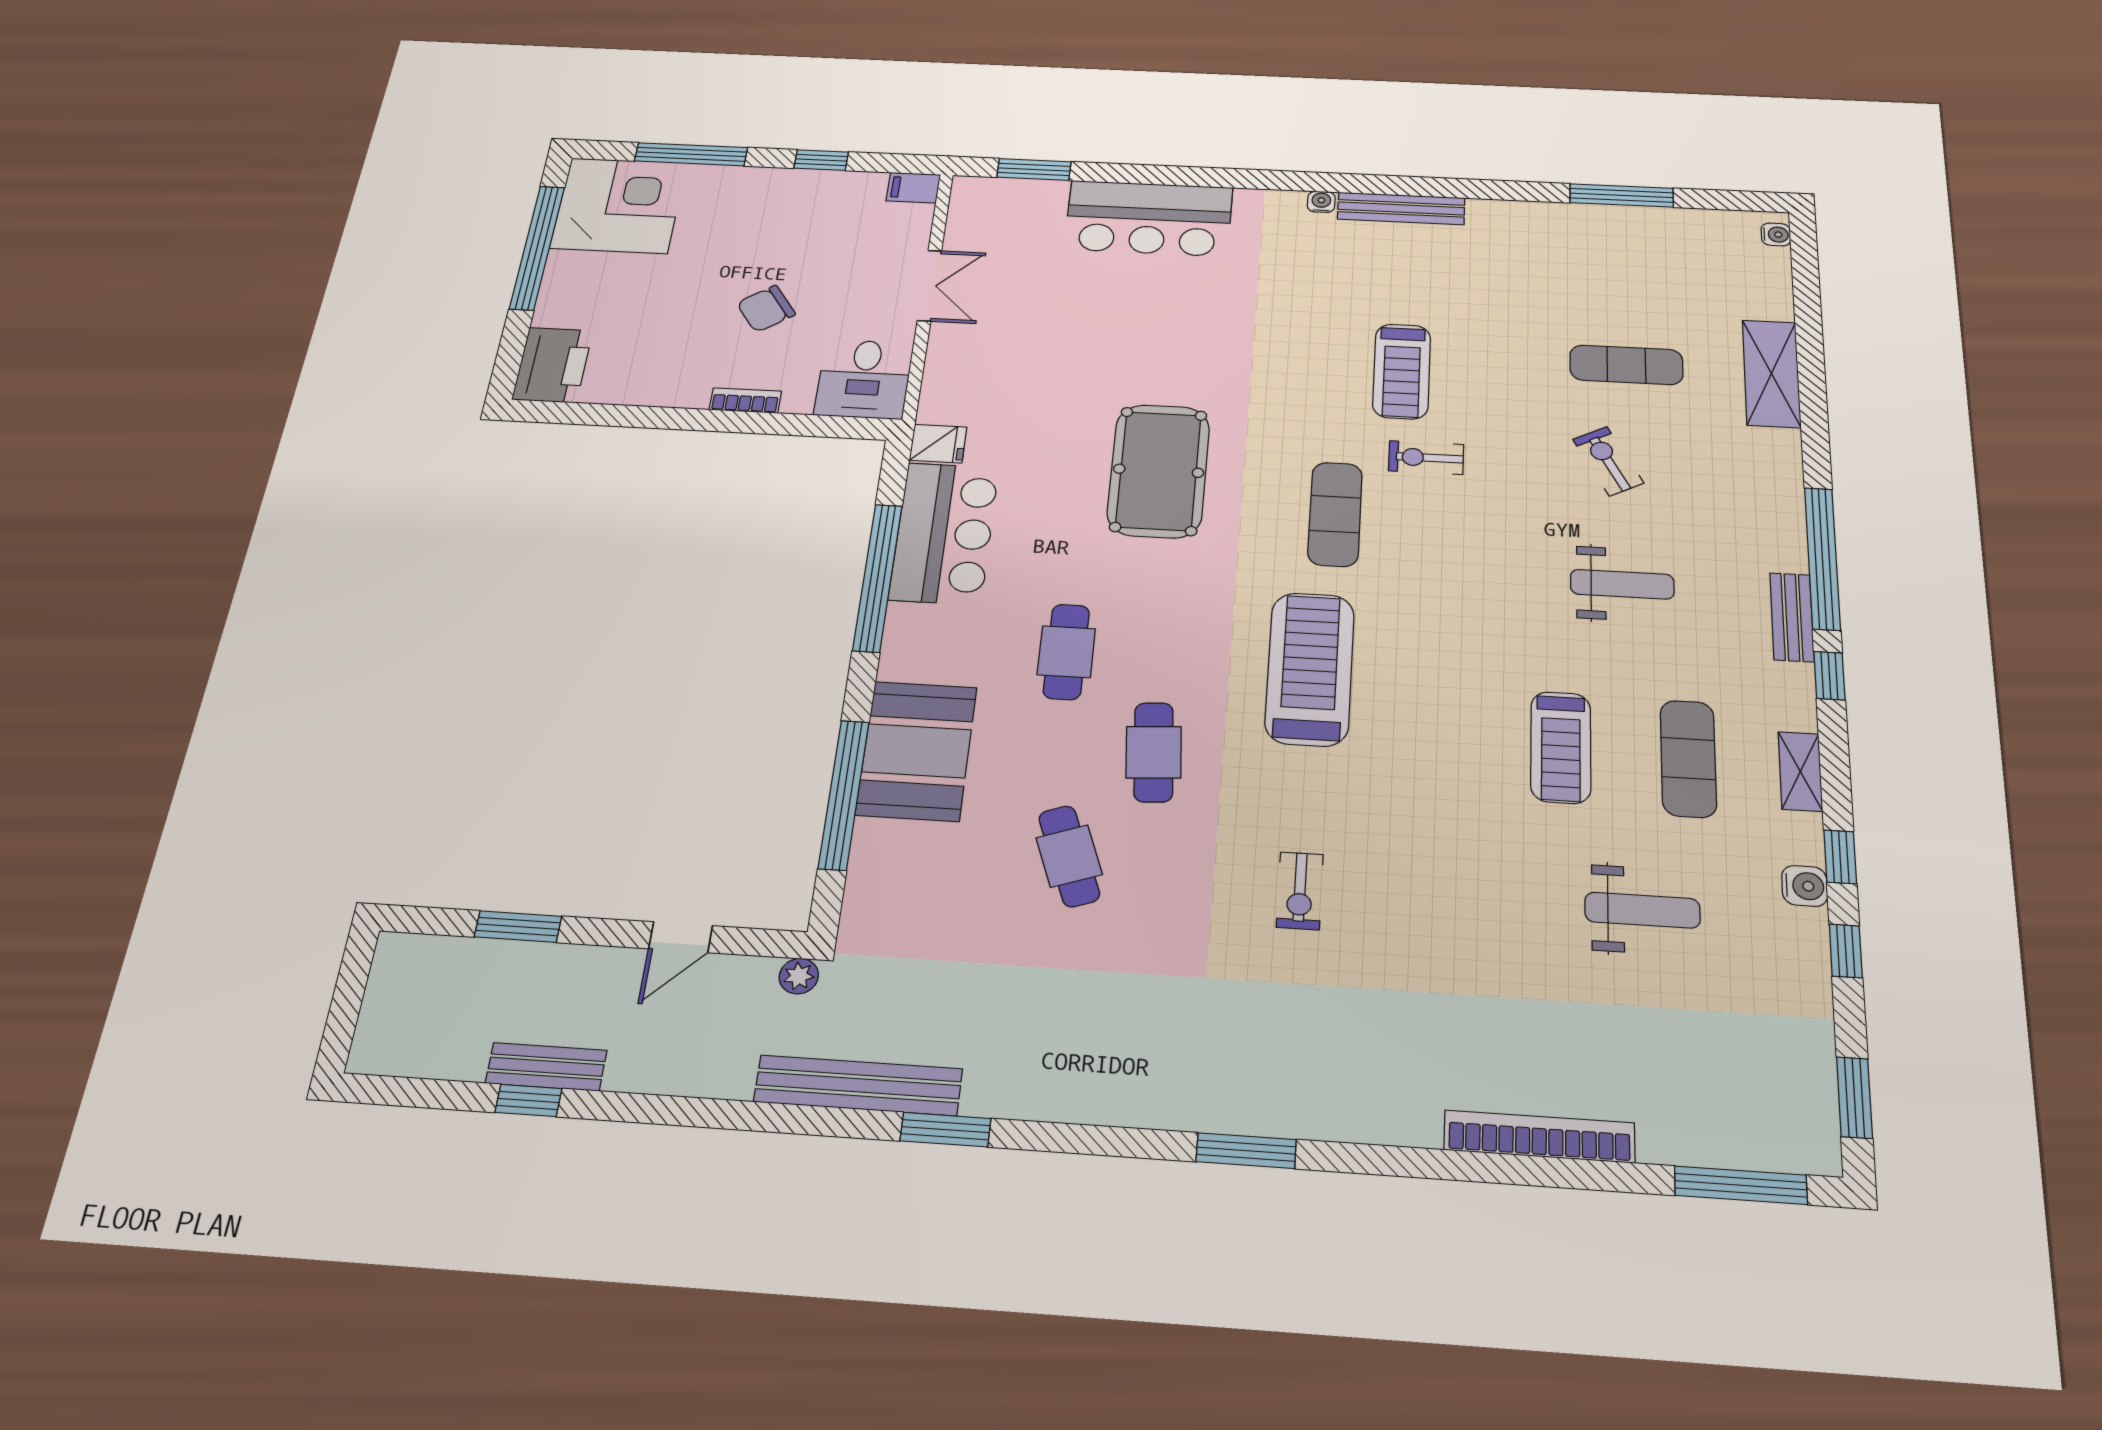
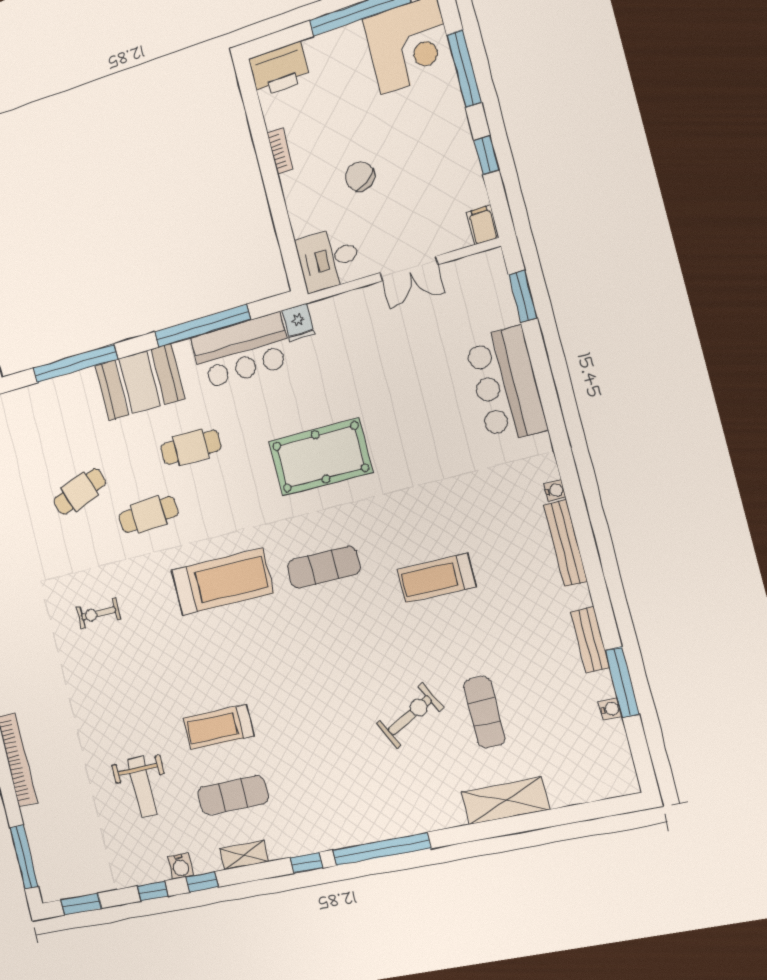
water cooler: (1776, 234) -> (610, 709), moved, turned -90
bookcase: (745, 401) -> (280, 151), moved
exercise bike: (1426, 458) -> (379, 609), removed
exercise bike: (1608, 461) -> (410, 715), width x1.38, depth x1.39
weight bench: (1622, 584) -> (329, 740), removed
bench: (1792, 617) -> (590, 640), moved, turned 90
booth: (917, 751) -> (140, 382), moved

